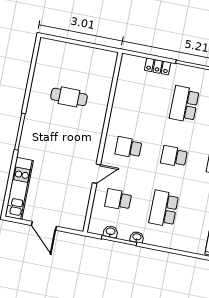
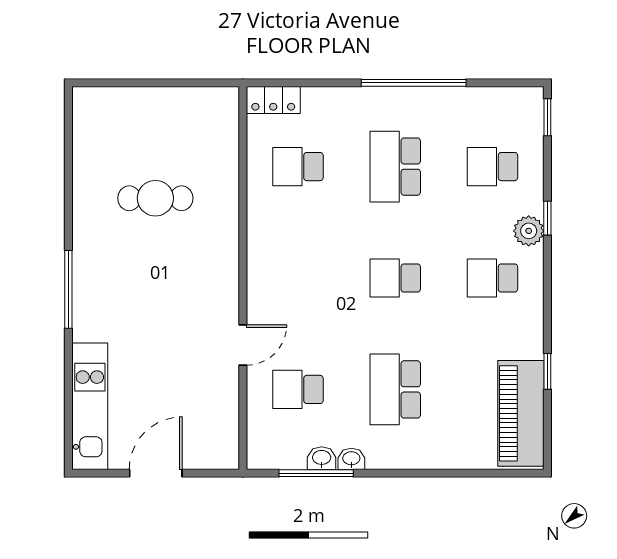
locker: (158, 66) -> (273, 100), moved
school desk: (128, 147) -> (298, 167), moved
door: (44, 226) -> (156, 473), swing flipped
washbasin: (111, 232) -> (322, 458), moved

